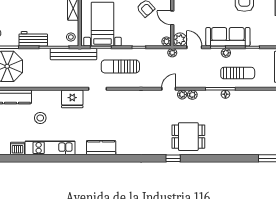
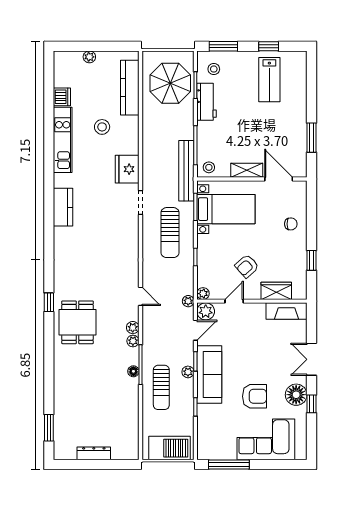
workbench: (33, 39) -> (207, 102), moved
sun lounger: (120, 66) -> (170, 233), turned 180
plant: (182, 95) -> (133, 341), moved

